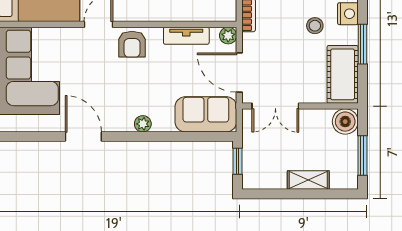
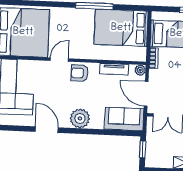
armchair: (132, 44) -> (80, 73), turned 90
plant: (143, 124) -> (80, 118), width x1.88, depth x1.88

